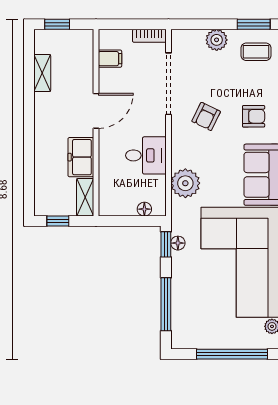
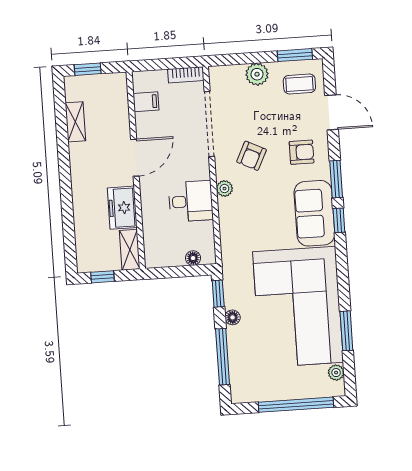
plant: (185, 183) -> (224, 188), moved, width x0.53, depth x0.53
floor lamp: (178, 243) -> (233, 317), moved

